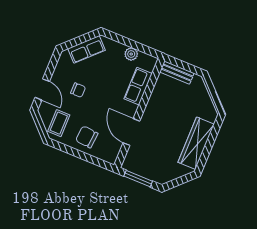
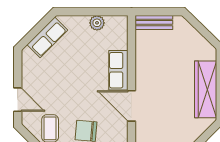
row of seats: (138, 86) -> (118, 70), moved
chair: (78, 90) -> (56, 85), removed

